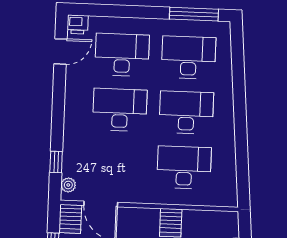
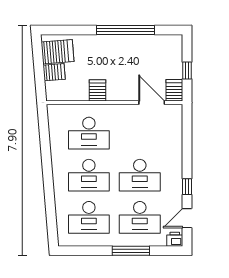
window: (194, 14) -> (131, 251), moved
window: (56, 162) -> (187, 187), moved
plant: (68, 185) -> (177, 116), removed

